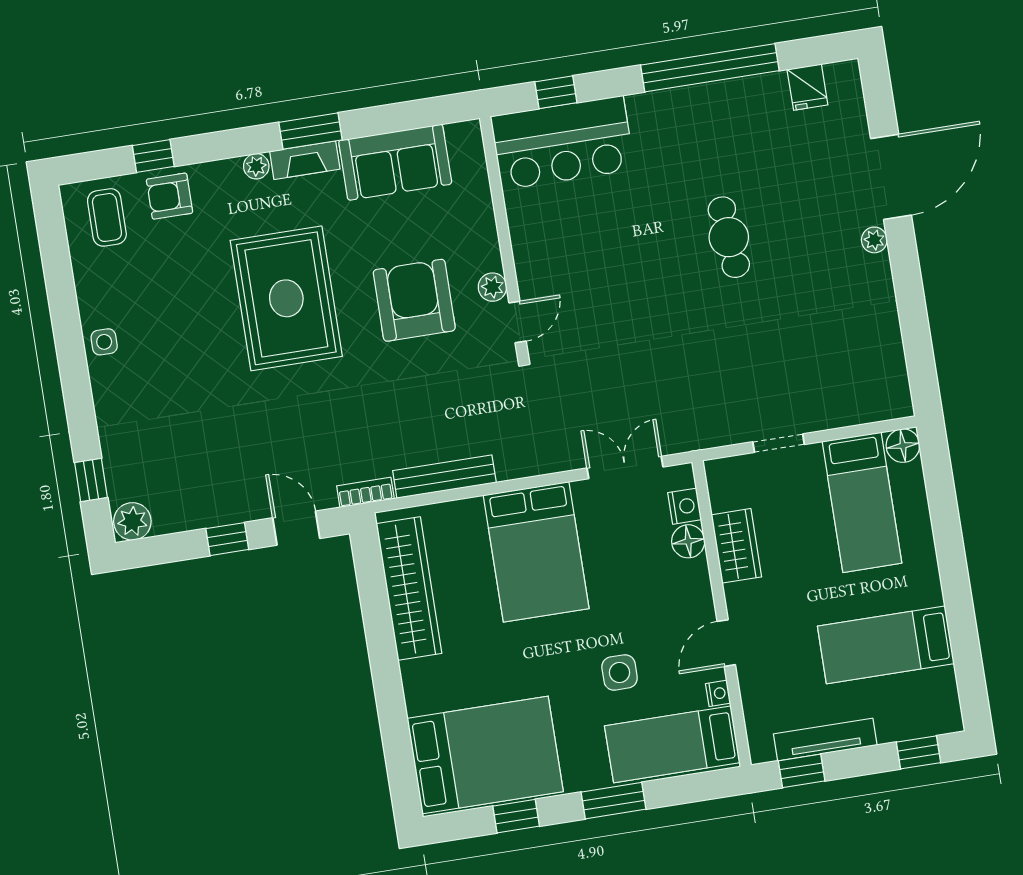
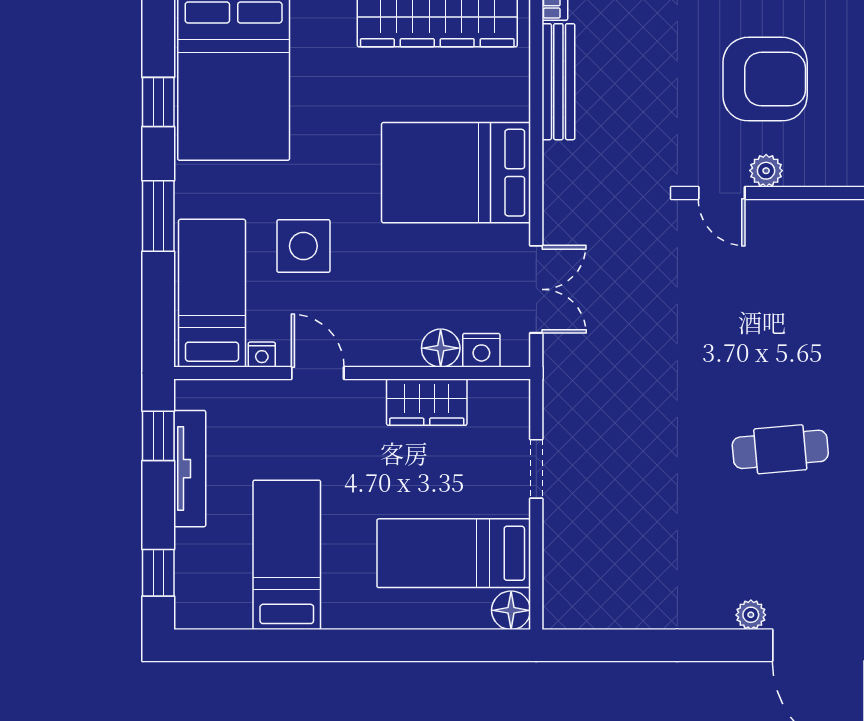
side table: (620, 672) -> (303, 246), width x1.37, depth x1.37

